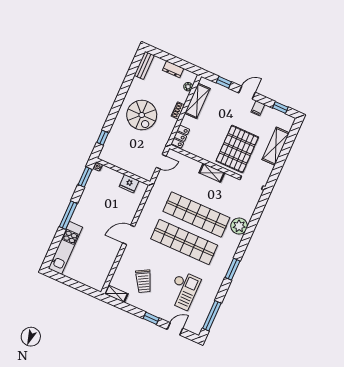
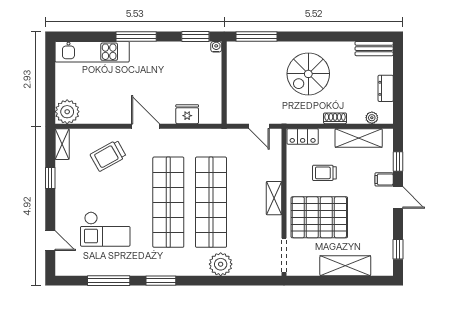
filing cabinet: (258, 108) -> (384, 179), moved
trolley: (210, 133) -> (324, 173), added
window: (103, 138) -> (256, 36), width x2.17
fridge: (129, 184) -> (187, 114), moved, turned 90
plant: (97, 281) -> (67, 112), added
trolley: (144, 281) -> (108, 156), moved
window: (212, 316) -> (109, 281), moved
window: (151, 318) -> (50, 178), moved

